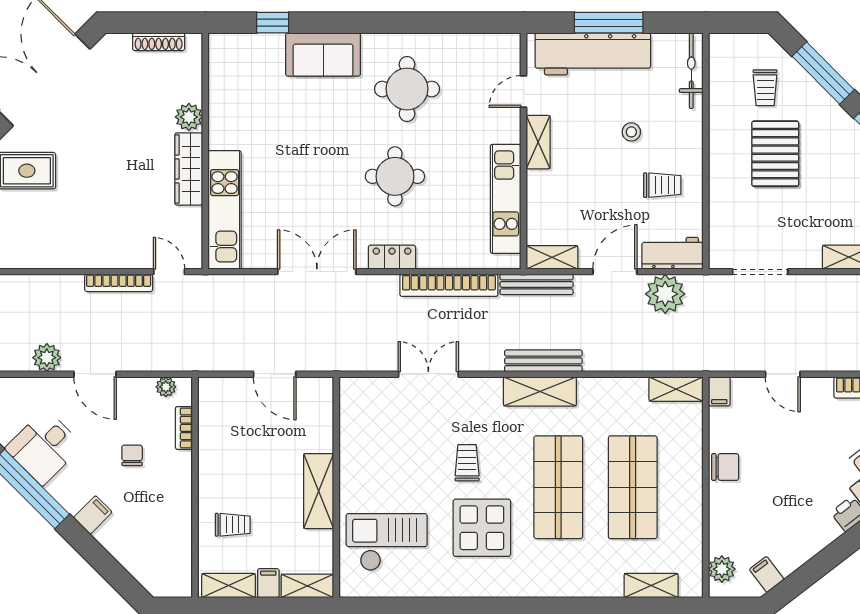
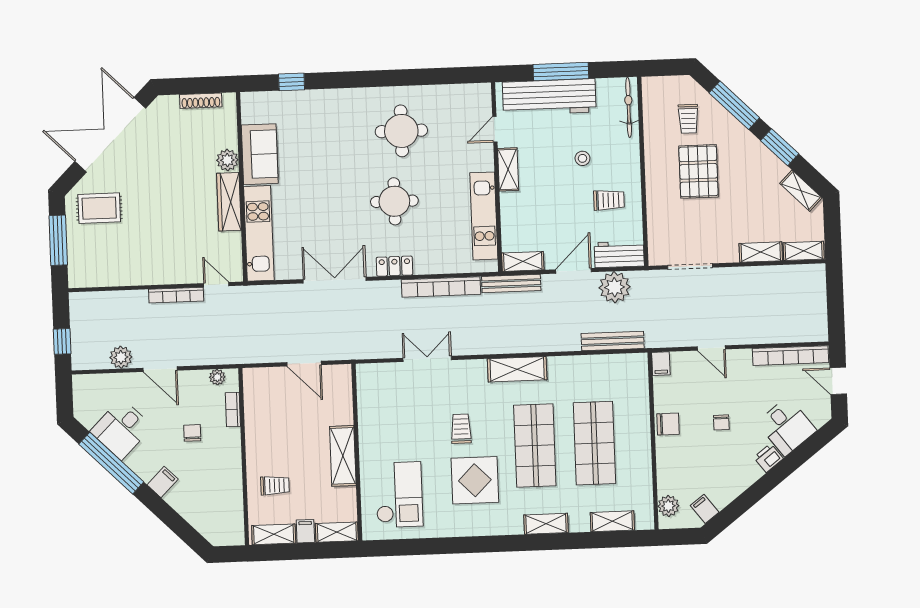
sofa: (323, 55) -> (260, 154), moved, turned -90
bench: (543, 361) -> (613, 341), moved
shelving: (676, 389) -> (546, 524), moved
chair: (792, 468) -> (721, 422), added
checkout: (387, 542) -> (399, 495), turned 90

